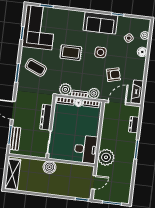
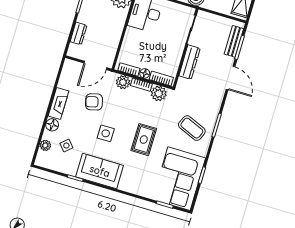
rug: (71, 53) -> (144, 140), turned 90
fireplace: (137, 92) -> (59, 103), moved

